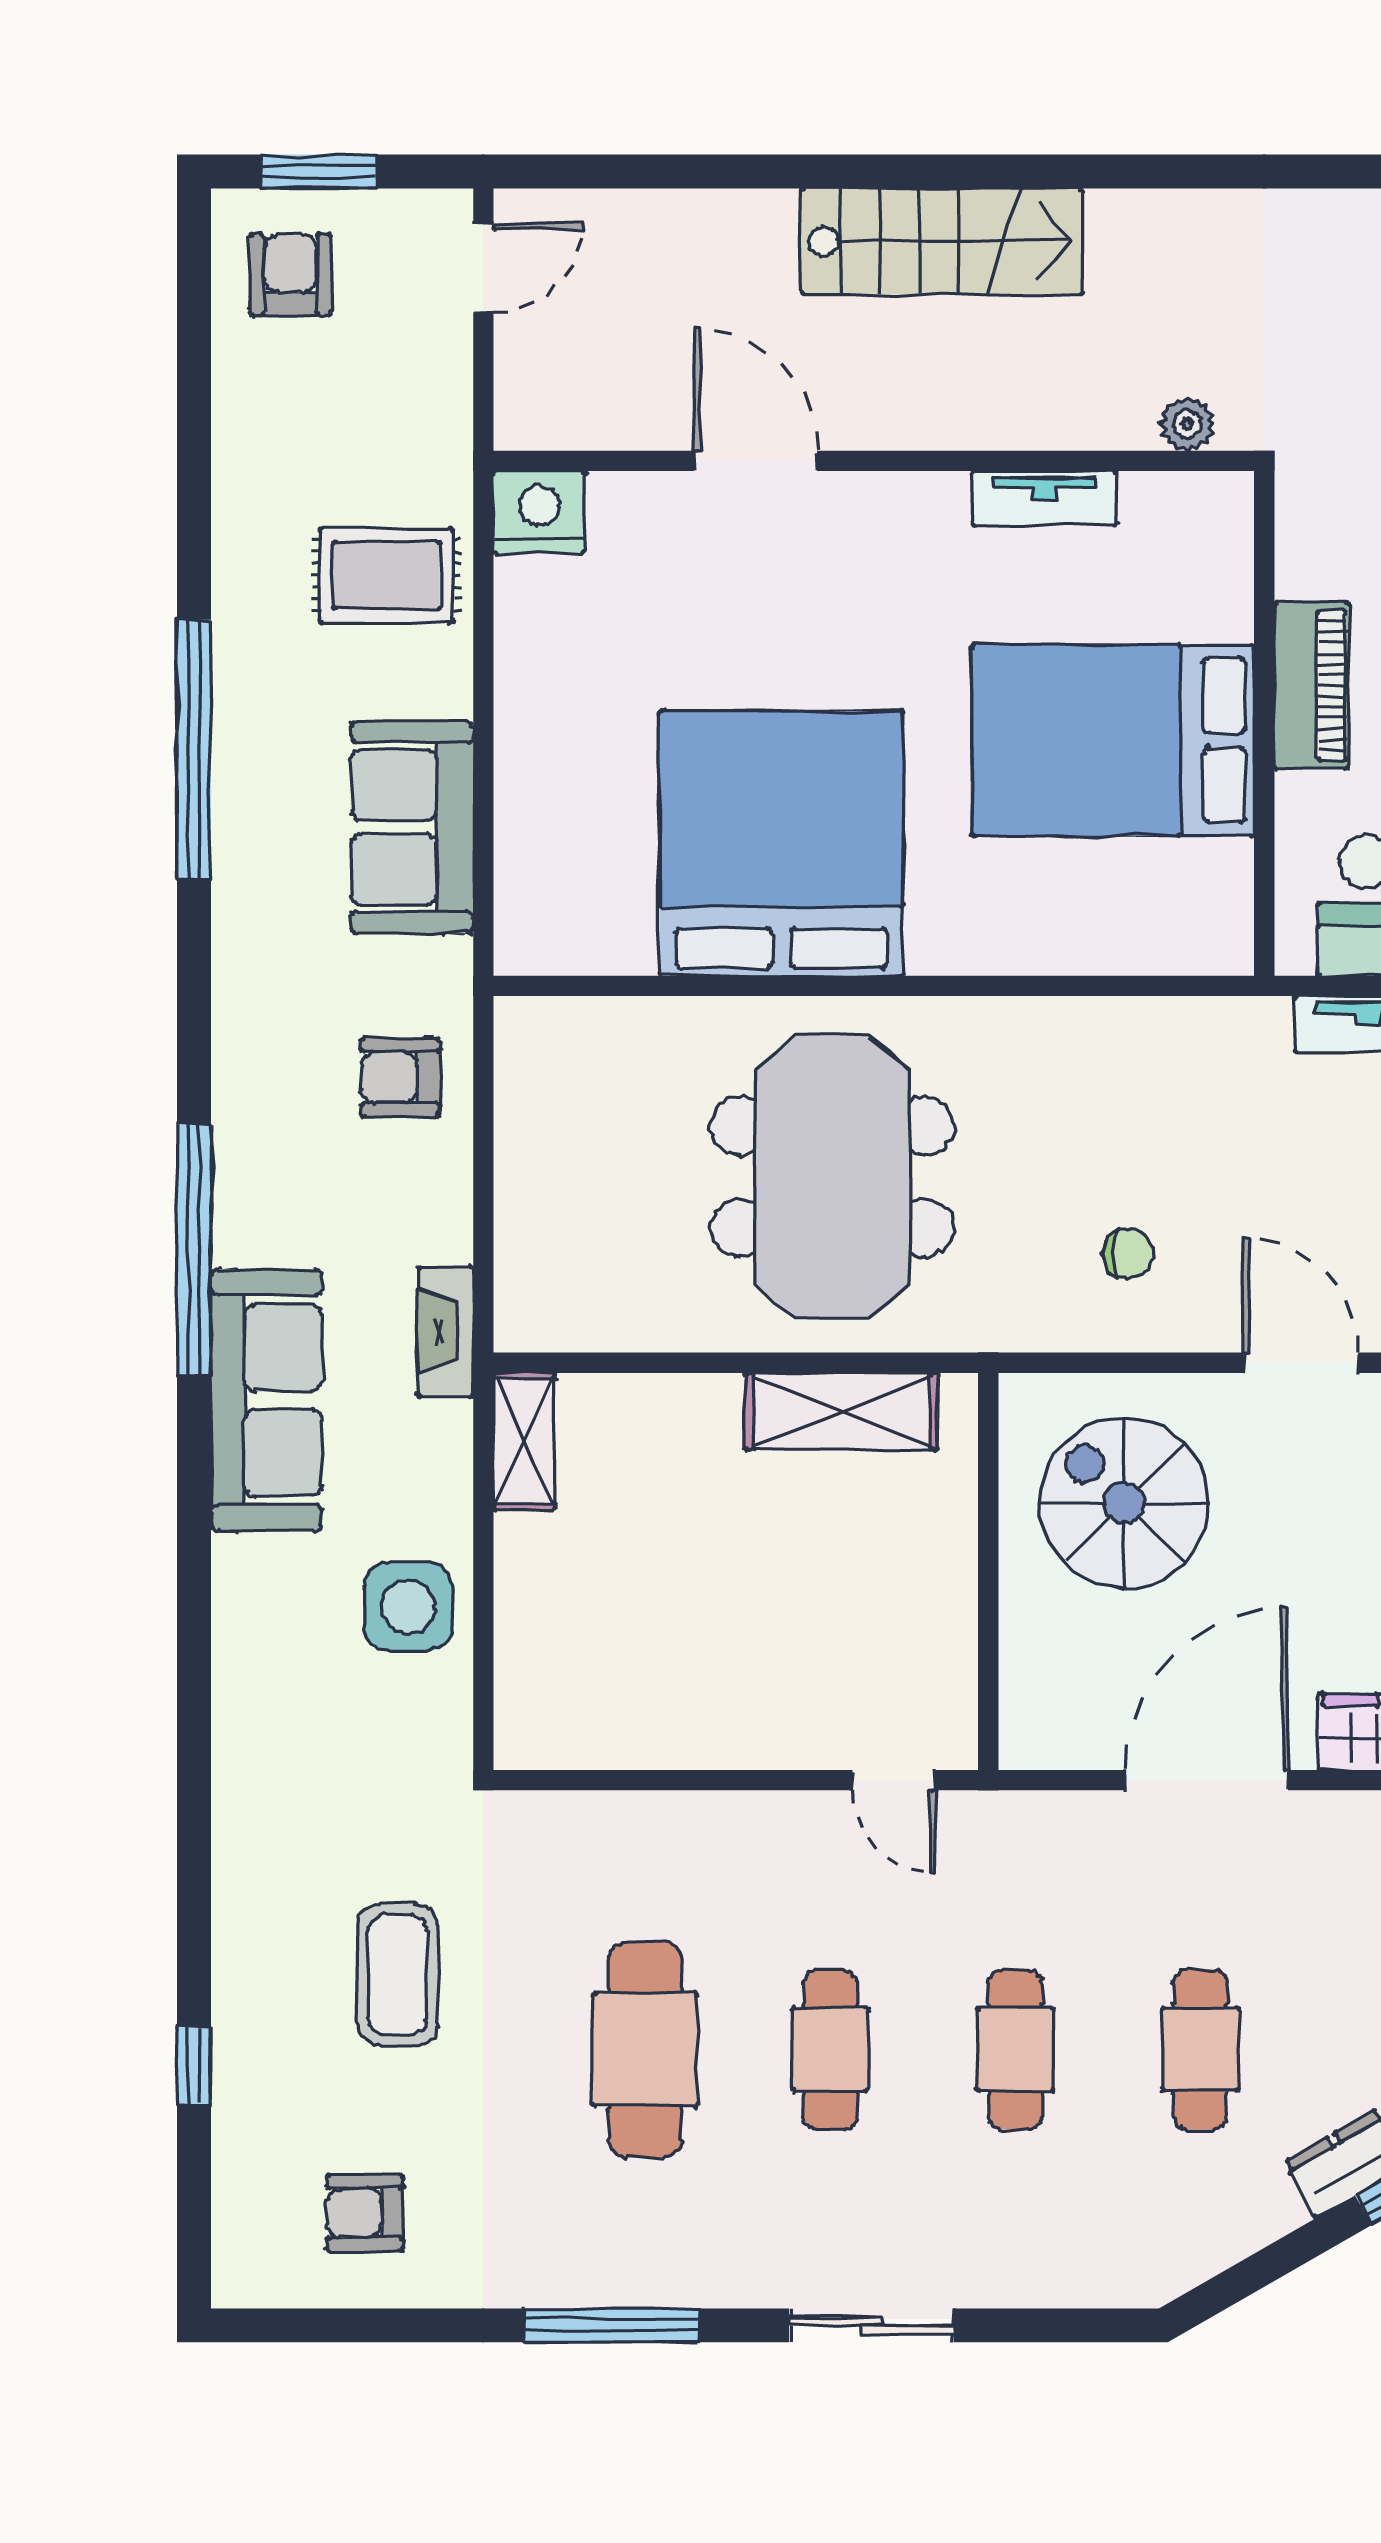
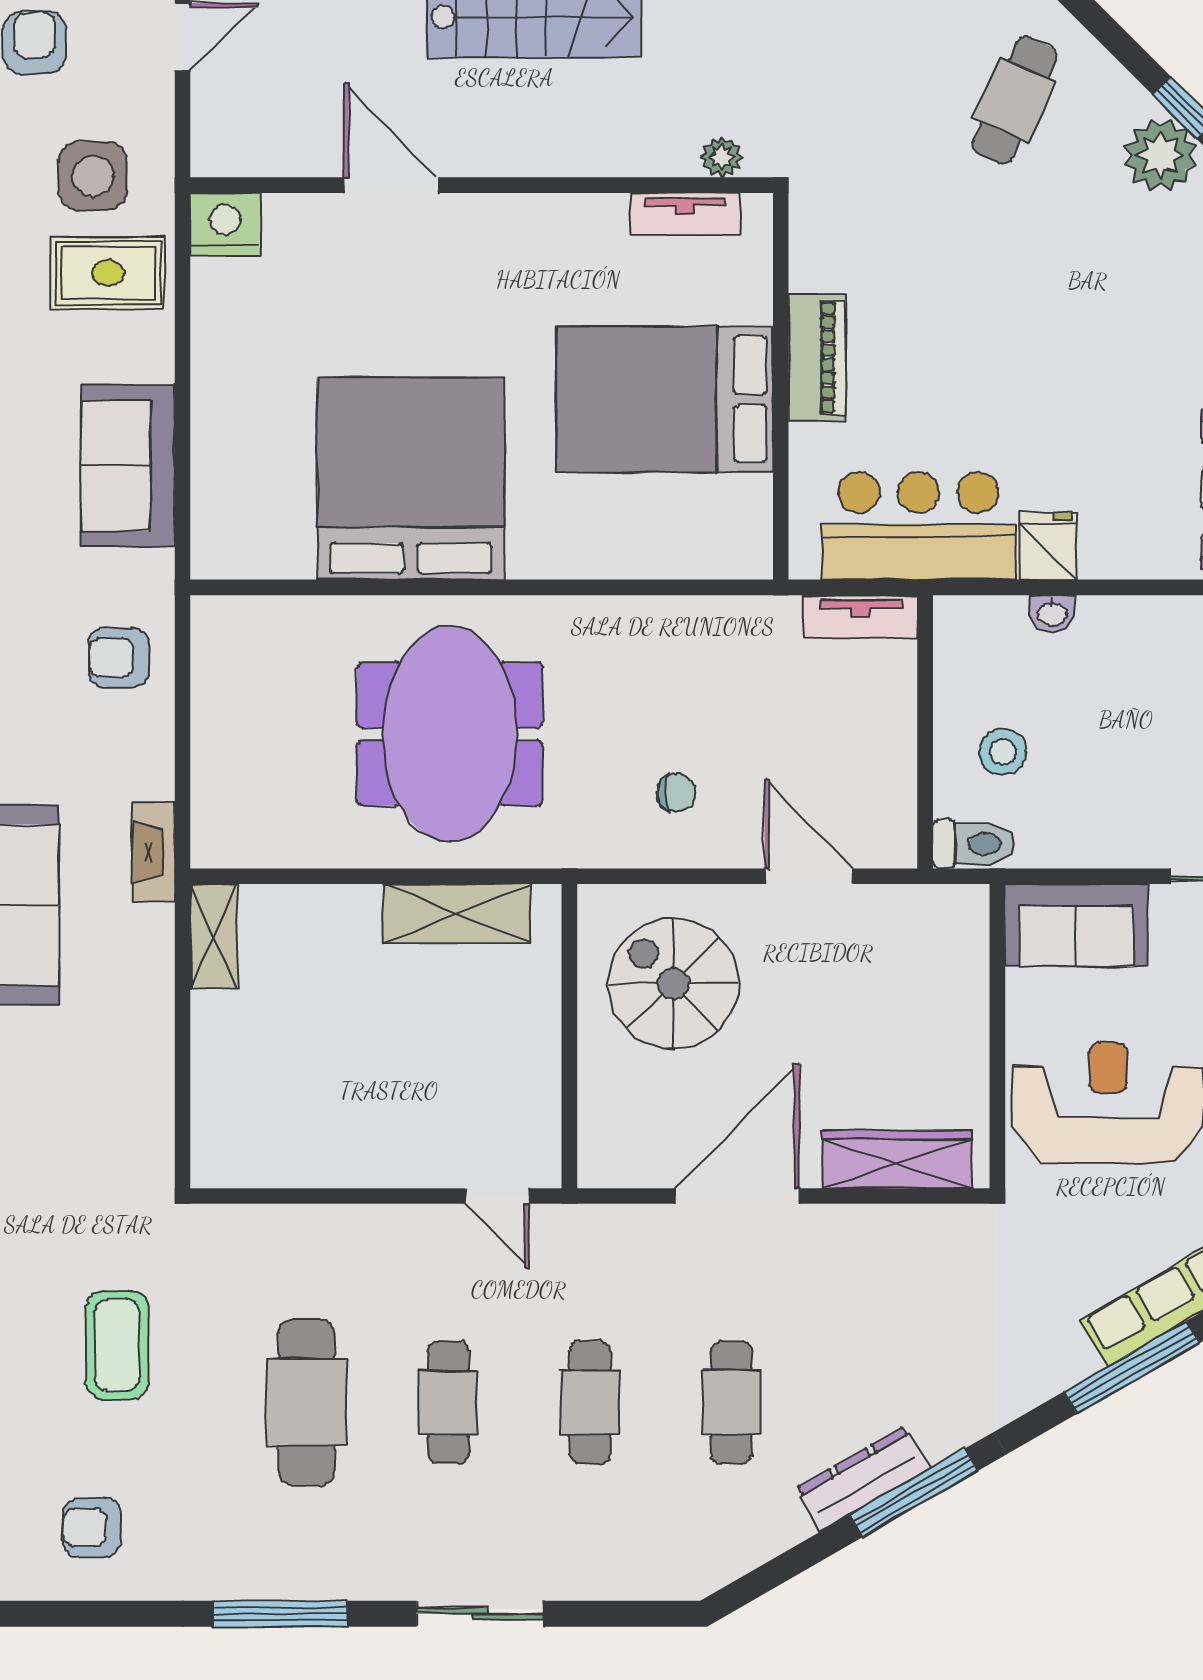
tv unit: (1044, 498) -> (685, 214), moved
side table: (408, 1607) -> (93, 176), moved

